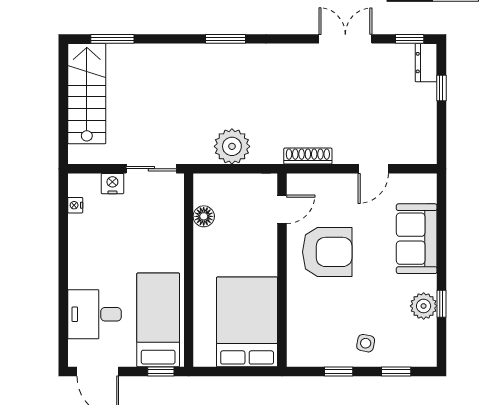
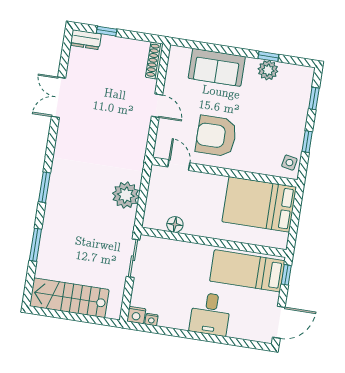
window: (112, 39) -> (35, 245), moved
window: (410, 39) -> (66, 49), removed
shoe rack: (308, 156) -> (154, 60), moved
door: (373, 169) -> (157, 106), moved
nightstand: (112, 184) -> (136, 315), moved, turned -90
armchair: (327, 252) -> (216, 136), turned -90
desk: (94, 314) -> (210, 314), moved
side table: (366, 343) -> (289, 163), moved

